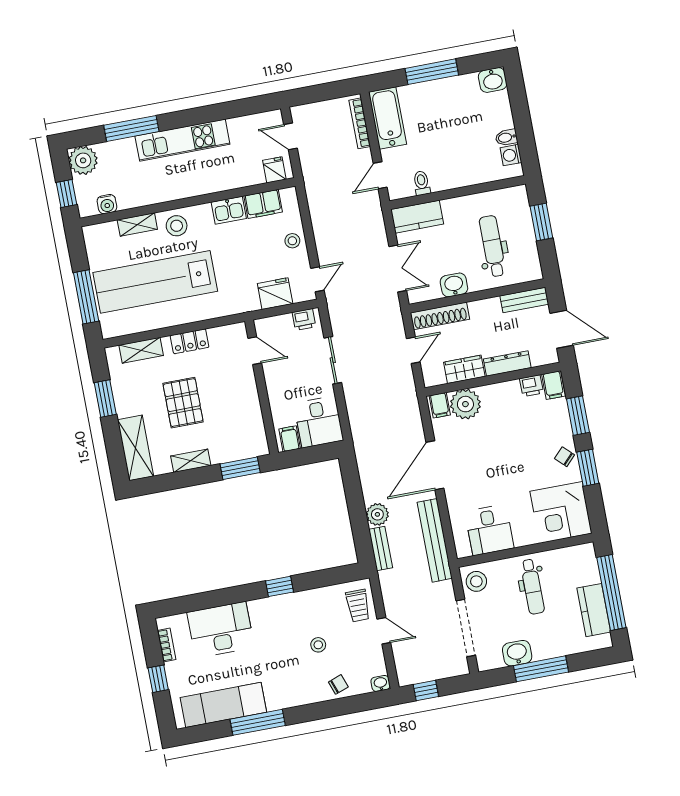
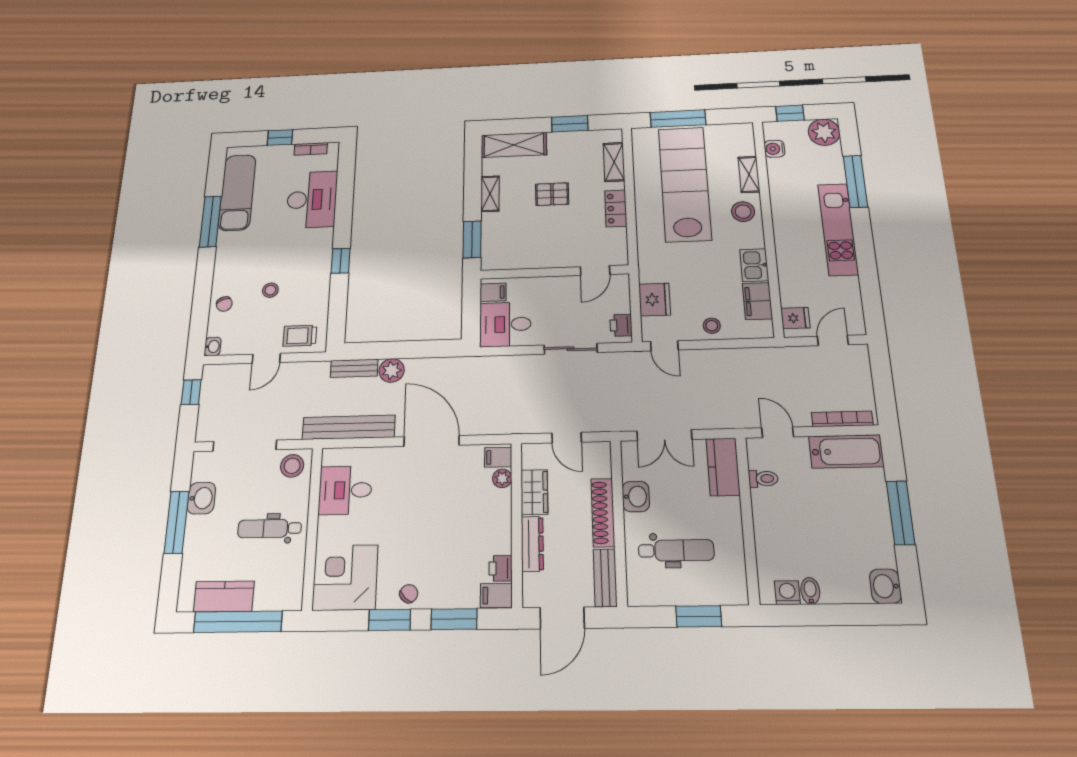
shoe rack: (440, 316) -> (603, 513), moved
pallet: (183, 403) -> (552, 194), width x0.67, depth x0.71
plant: (465, 404) -> (502, 478), width x0.53, depth x0.53

